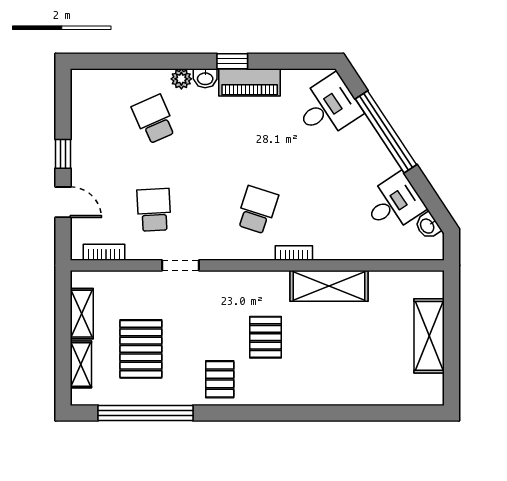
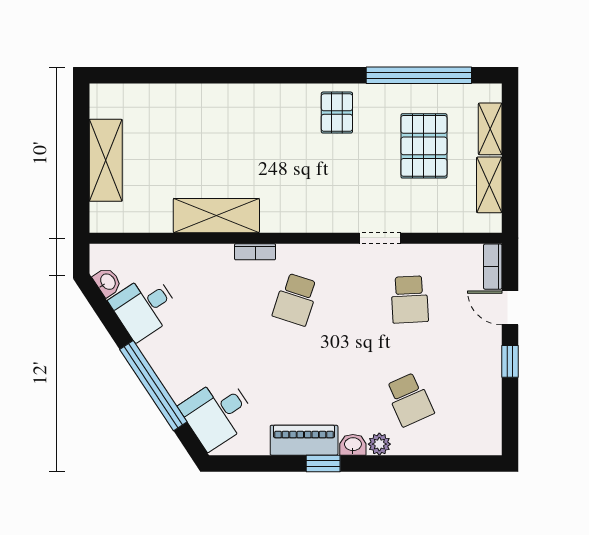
bookcase: (104, 252) -> (493, 267), moved, turned 90
pallet: (266, 337) -> (286, 159), removed

